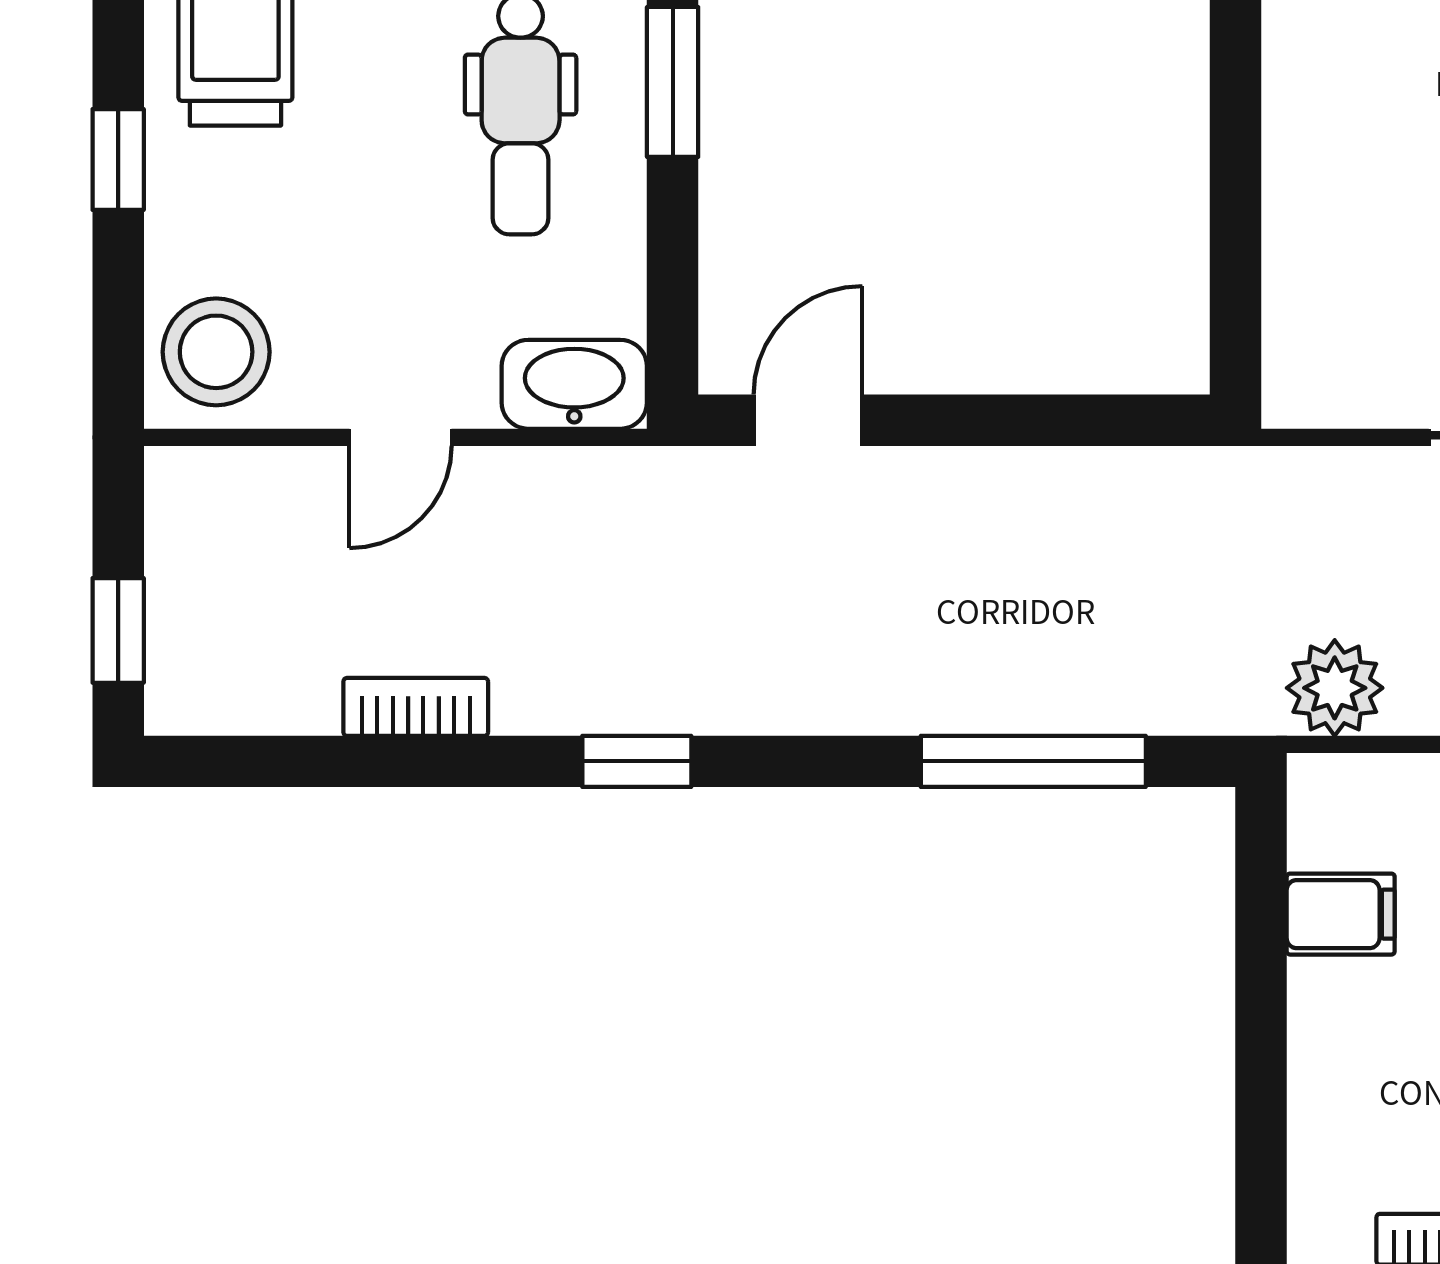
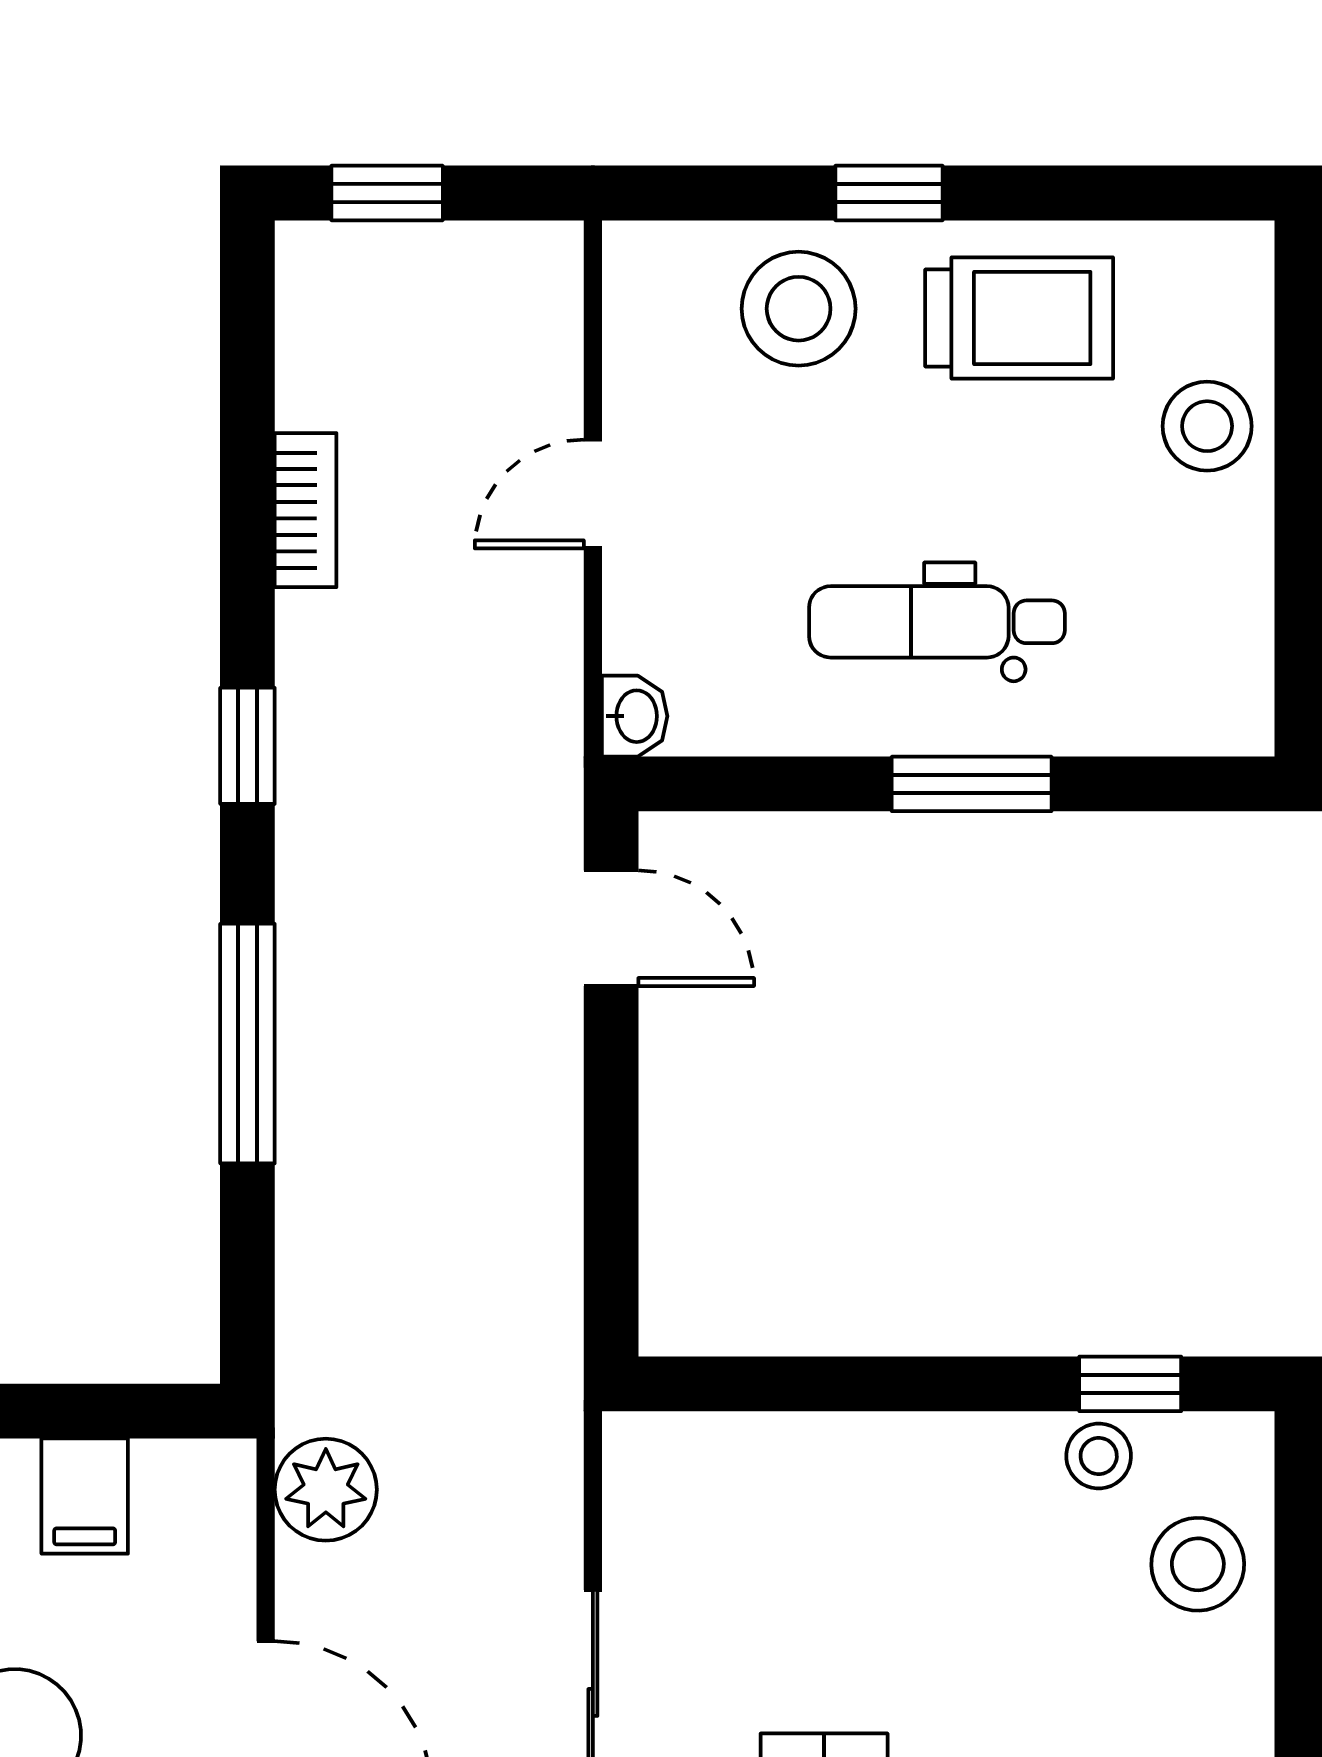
stool: (216, 352) -> (799, 309), moved
washbasin: (574, 384) -> (635, 716), width x0.52, depth x0.69
door: (401, 437) -> (593, 494), hinge flipped
window: (1033, 761) -> (247, 1044), moved

